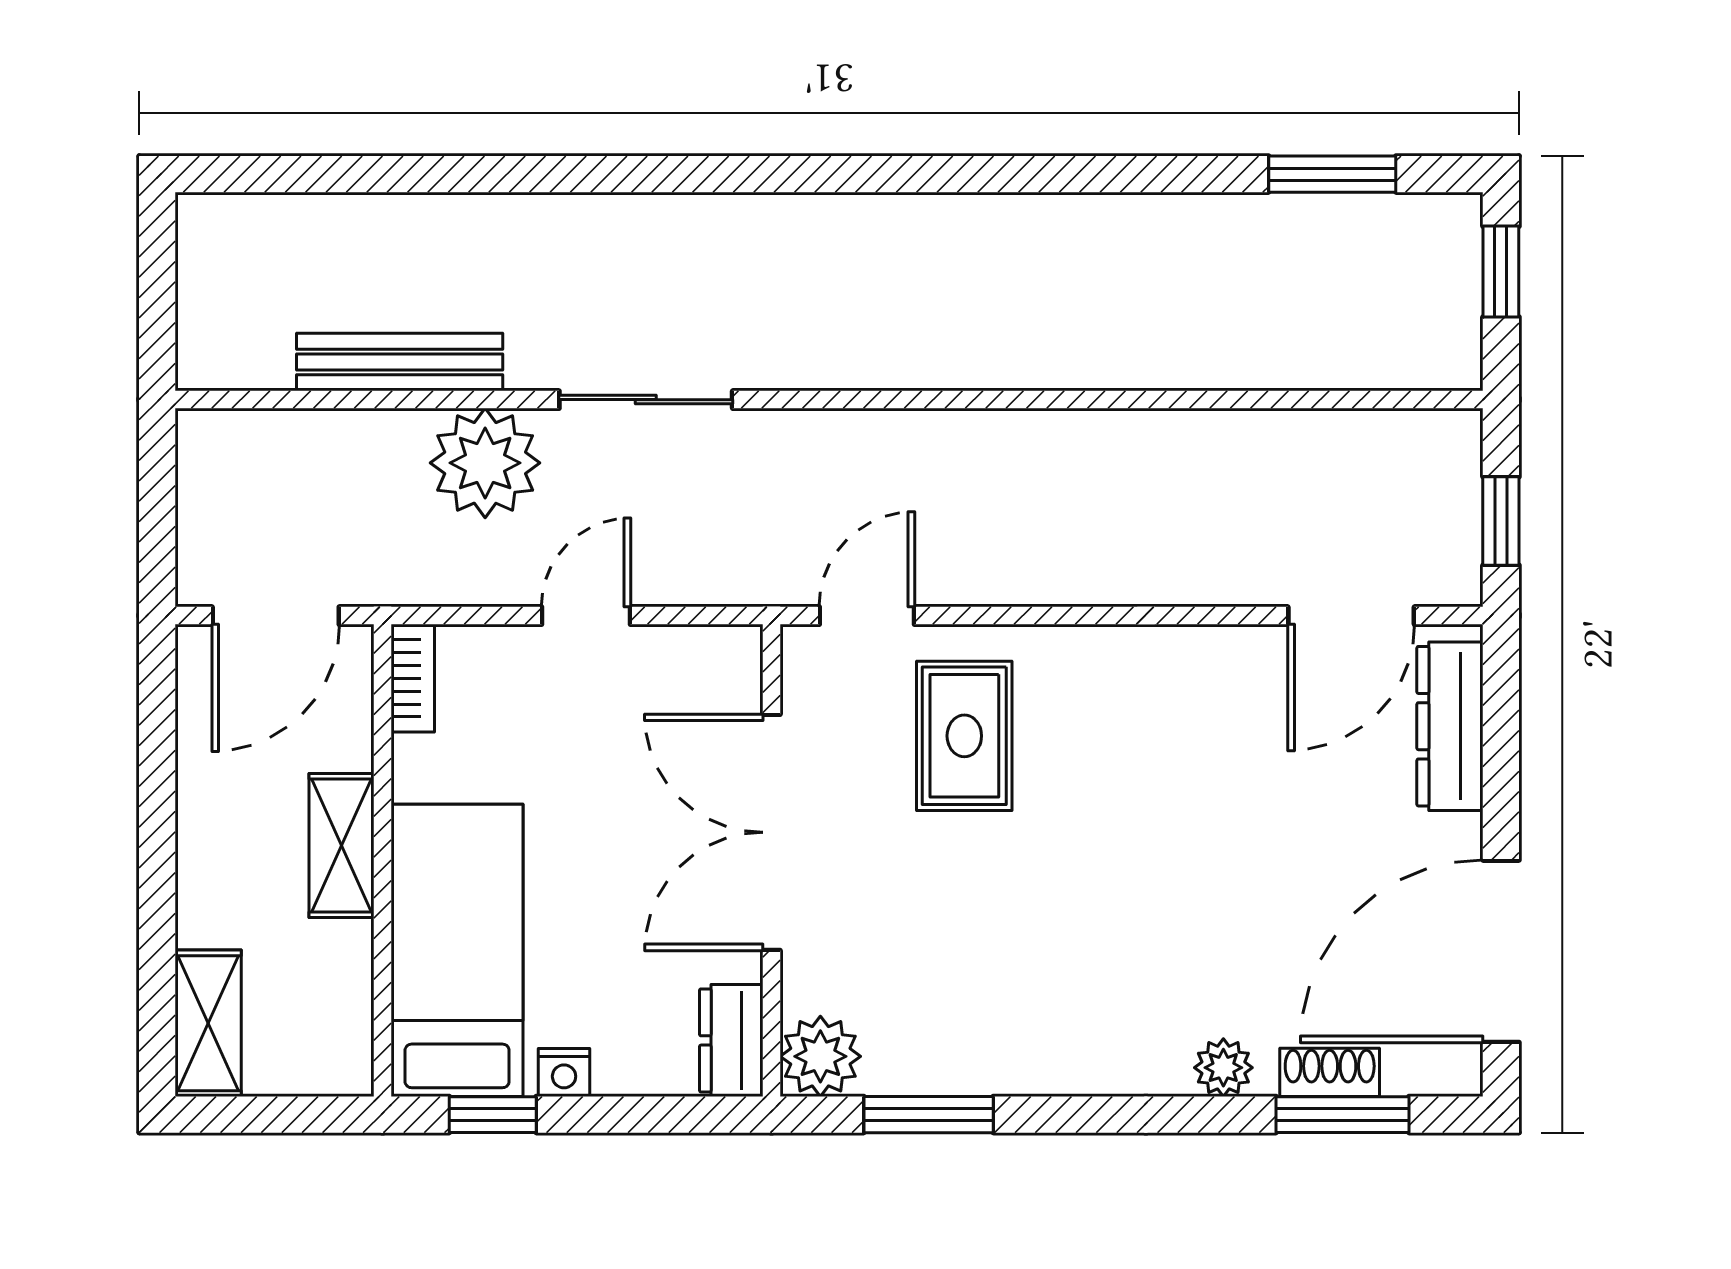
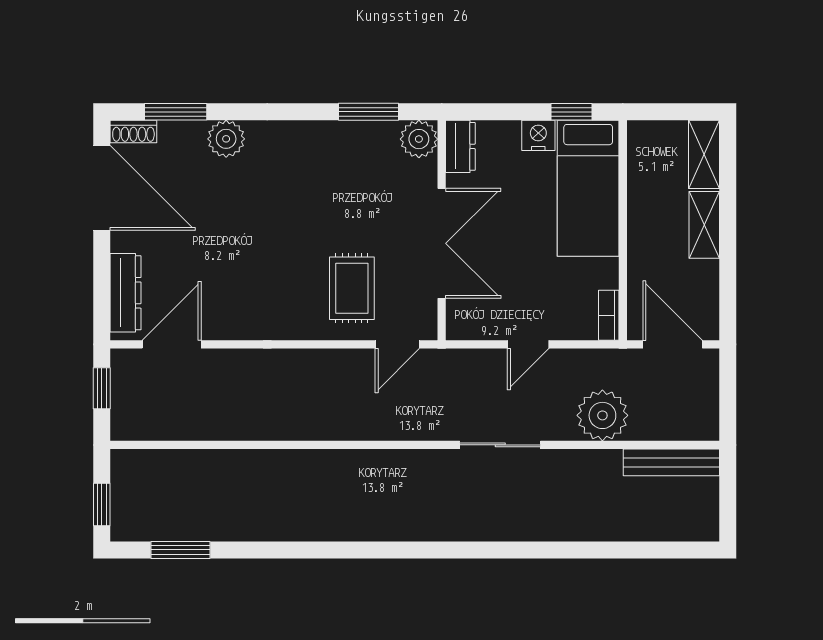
bench: (400, 362) -> (671, 462), moved
plant: (485, 463) -> (602, 415), moved
door: (276, 616) -> (673, 344), hinge flipped
shelving: (341, 846) -> (704, 225), moved
door: (1501, 951) -> (102, 188), hinge flipped
plant: (1223, 1068) -> (226, 139), width x1.38, depth x1.38
shoe rack: (1330, 1072) -> (133, 132), moved
nightstand: (564, 1073) -> (538, 135), width x1.39, depth x1.35

